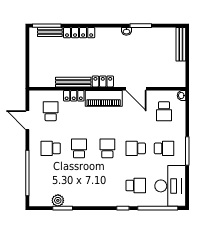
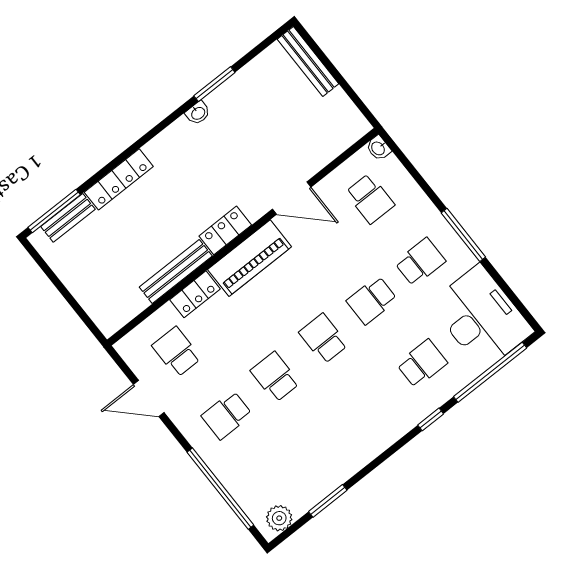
plant: (58, 200) -> (279, 518), moved

